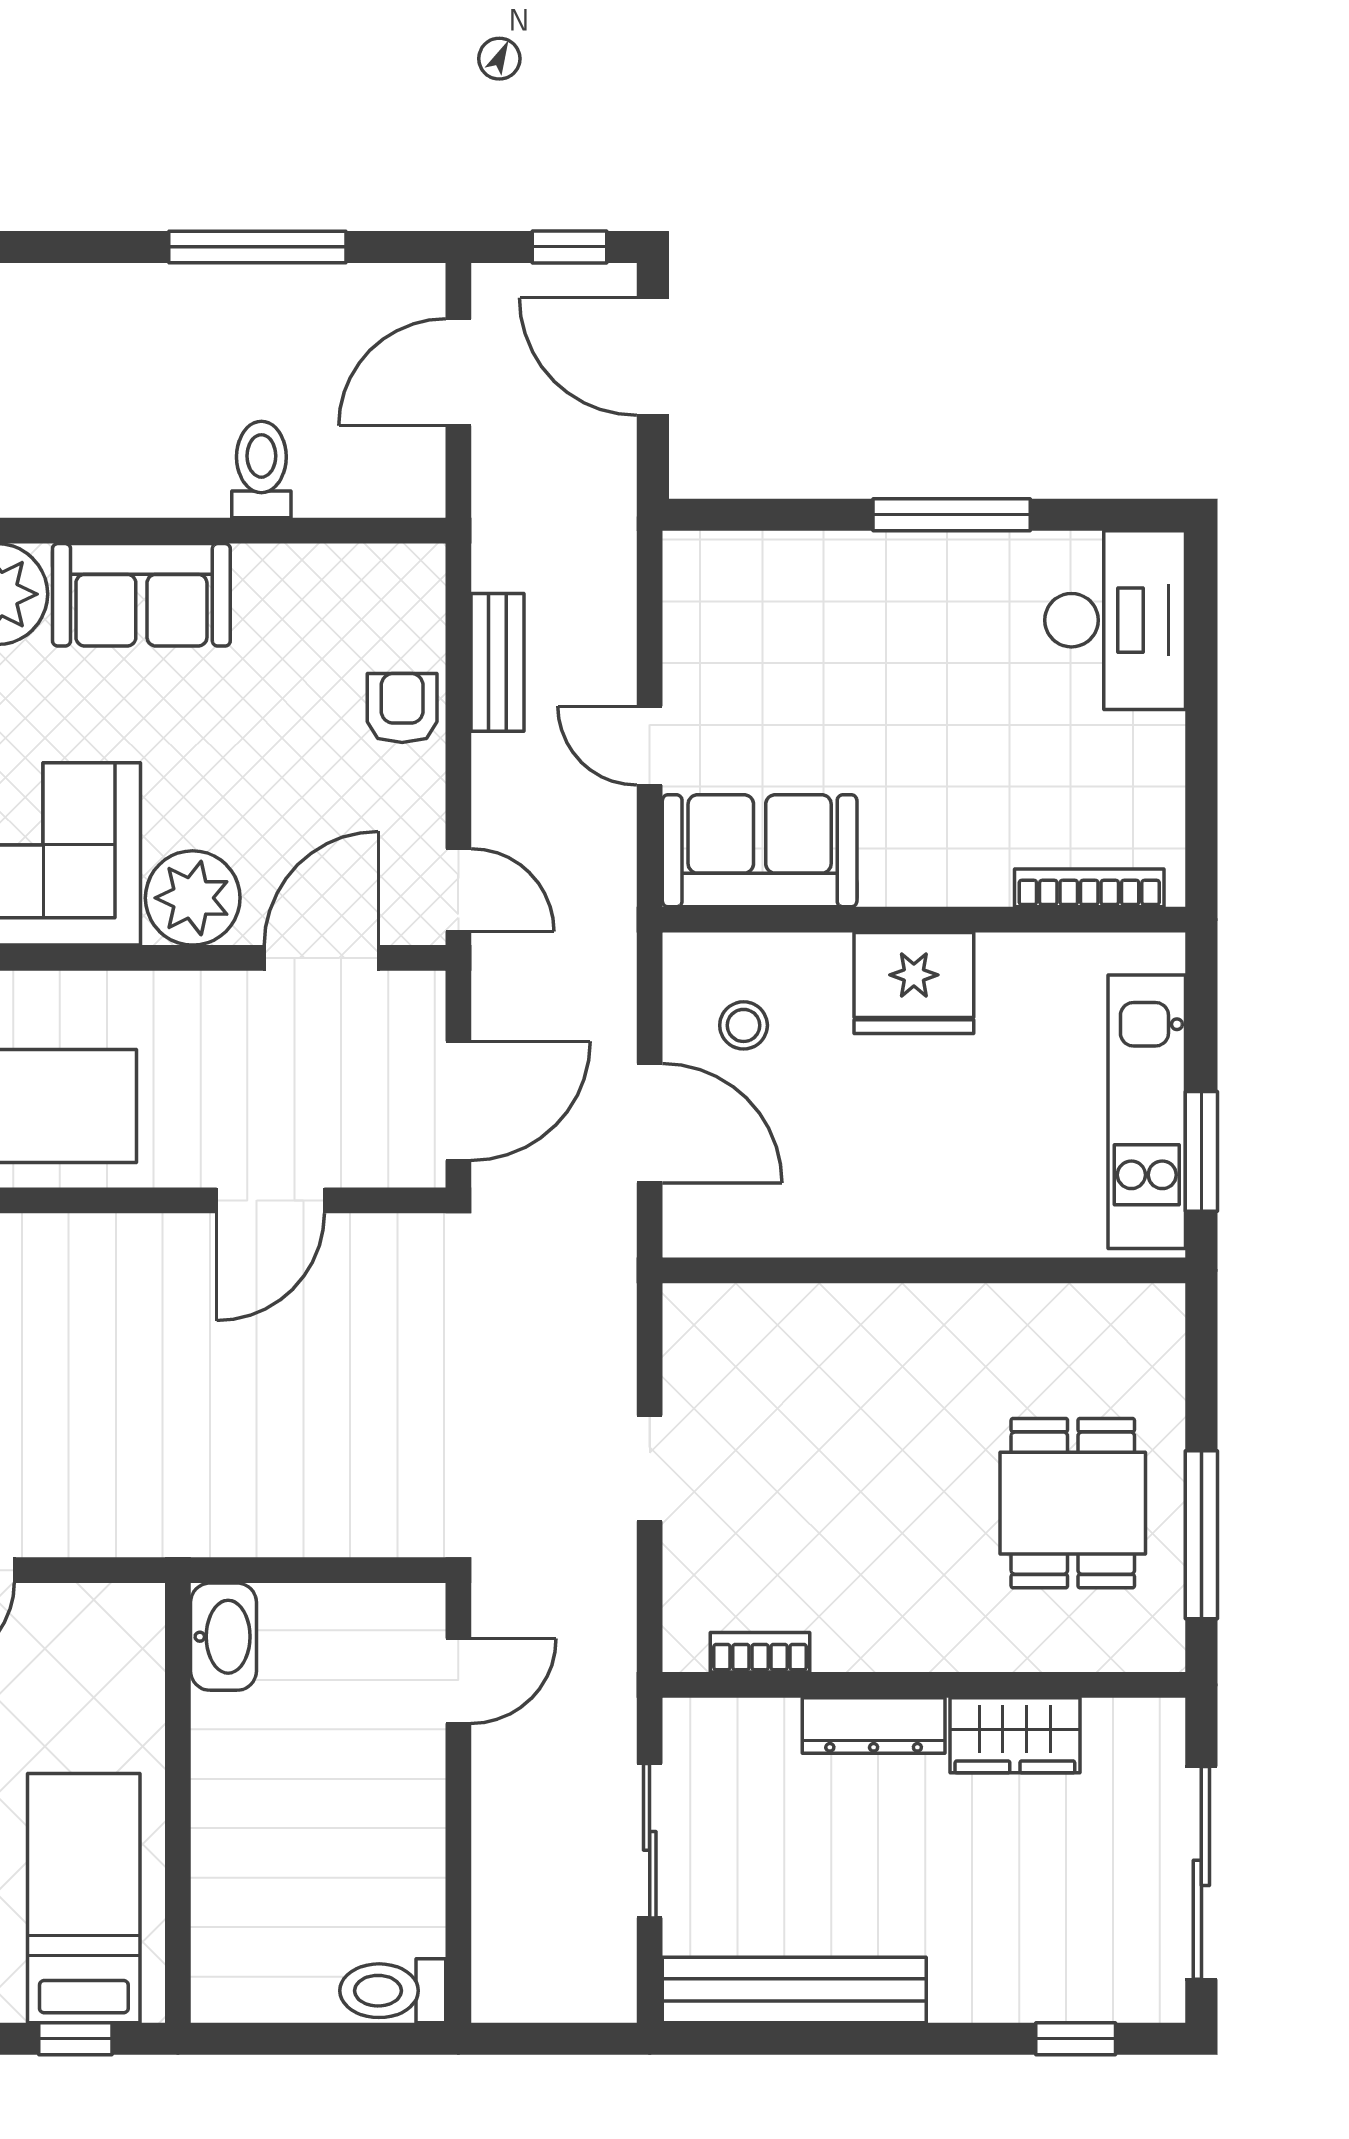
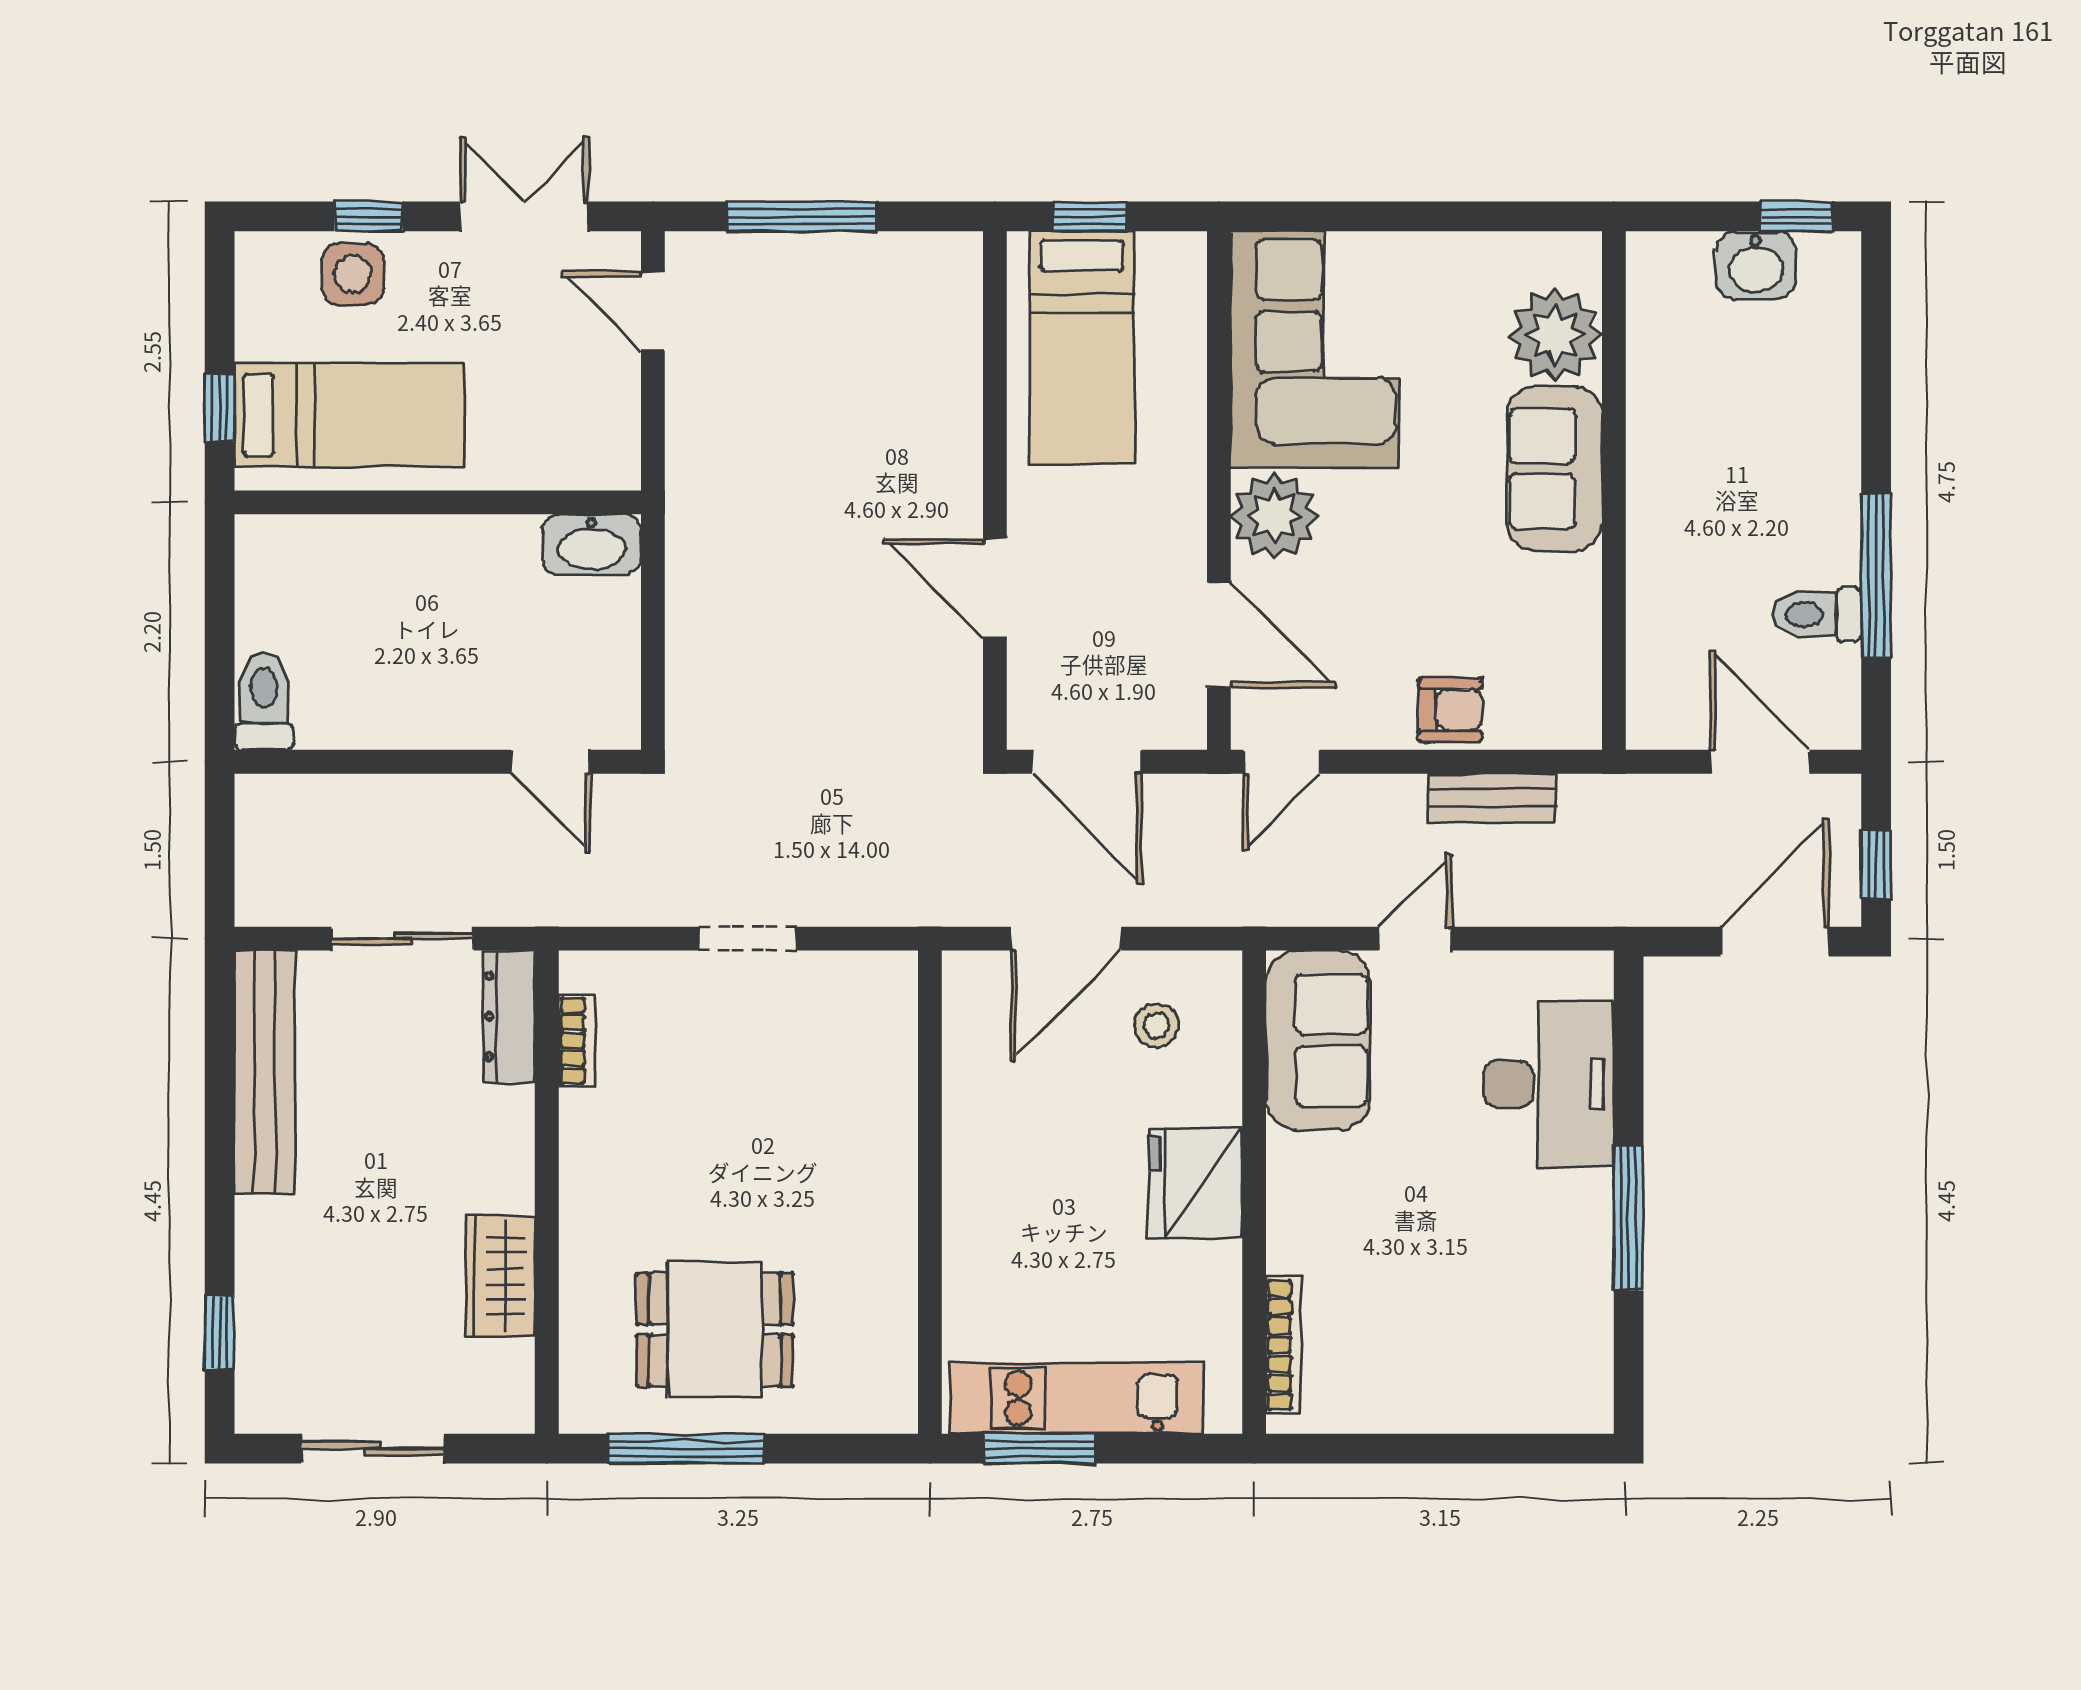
toilet: (261, 470) -> (1817, 614), moved, turned 180
desk: (1115, 620) -> (1549, 1084), moved, turned -90
dresser: (874, 1726) -> (509, 1016), moved
sliding door: (1201, 1873) -> (373, 1449), width x0.73

